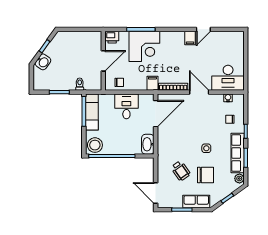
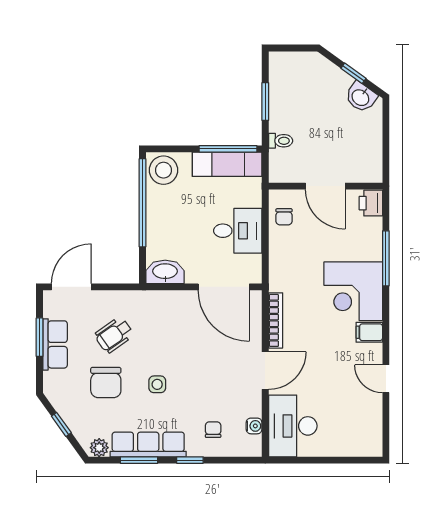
filing cabinet: (190, 38) -> (369, 332), moved
corner desk: (144, 46) -> (353, 291), moved
washbasin: (43, 62) -> (361, 97), moved
filing cabinet: (152, 83) -> (282, 281), removed
row of seats: (196, 201) -> (55, 344), moved

